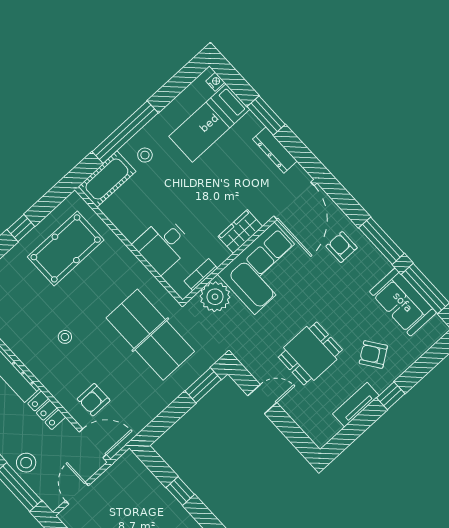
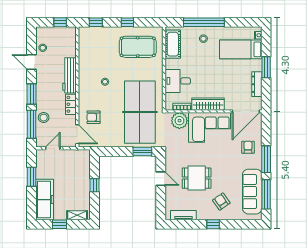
cot: (107, 179) -> (173, 44), moved, turned 90
wardrobe: (240, 232) -> (208, 104), width x1.50
sofa: (403, 302) -> (252, 192), width x1.36
table tennis table: (150, 335) -> (140, 112), width x1.36, depth x1.32
tv unit: (356, 405) -> (183, 215), moved

